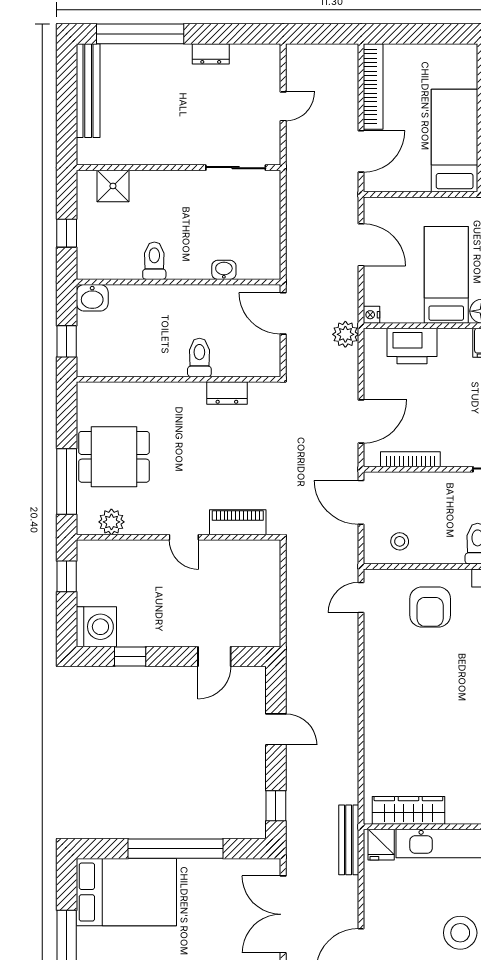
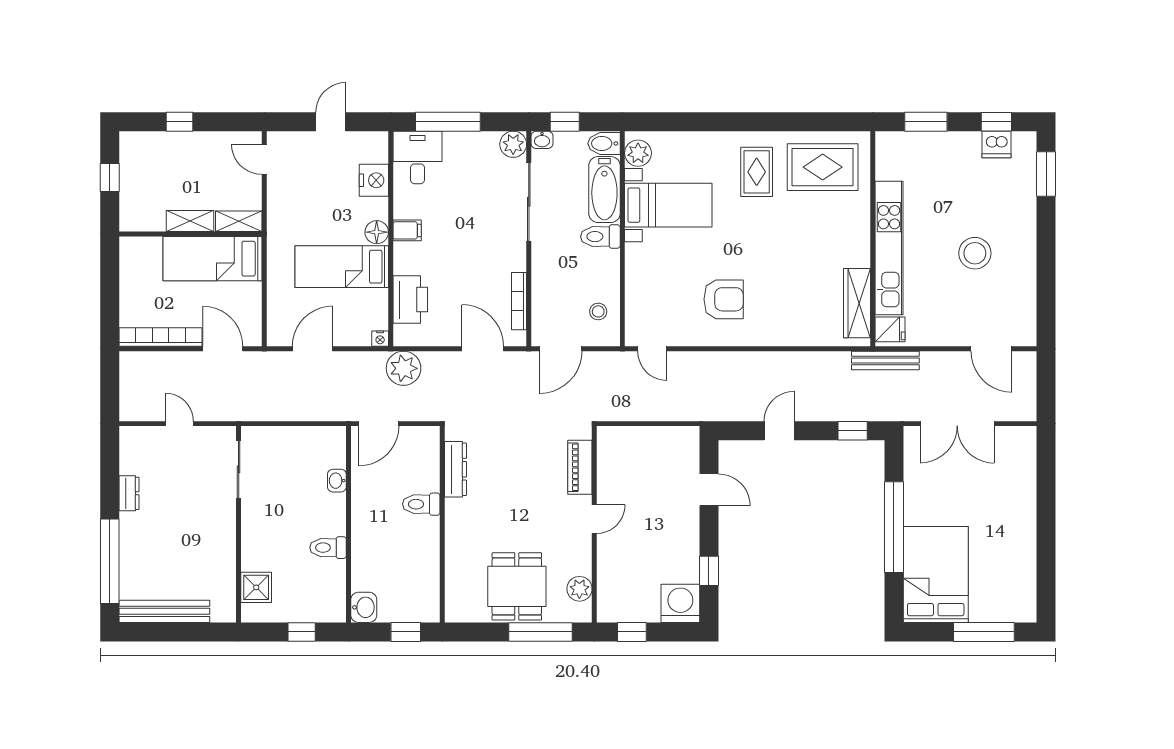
plant: (345, 334) -> (404, 368), width x1.36, depth x1.36
dresser: (227, 393) -> (455, 469), width x1.44
armchair: (430, 607) -> (724, 299), moved

